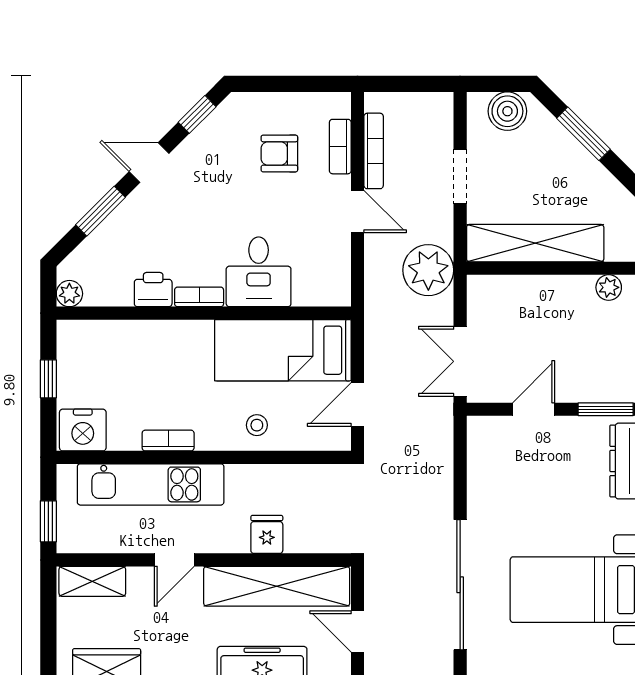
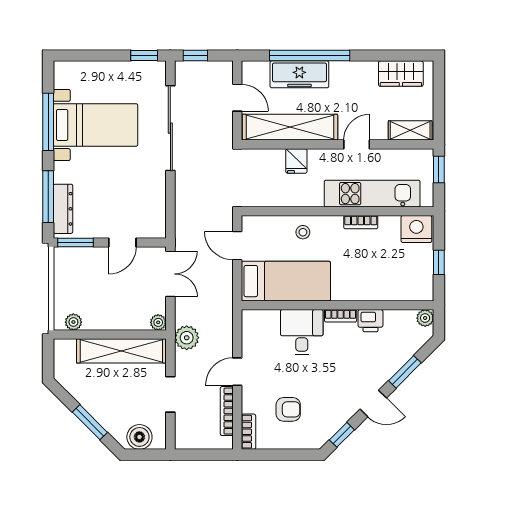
bookcase: (340, 147) -> (248, 432), moved
door: (358, 211) -> (237, 372), hinge flipped
plant: (428, 270) -> (187, 338), width x0.73, depth x0.73
plant: (479, 287) -> (158, 322), added
door: (358, 405) -> (237, 246), swing flipped

